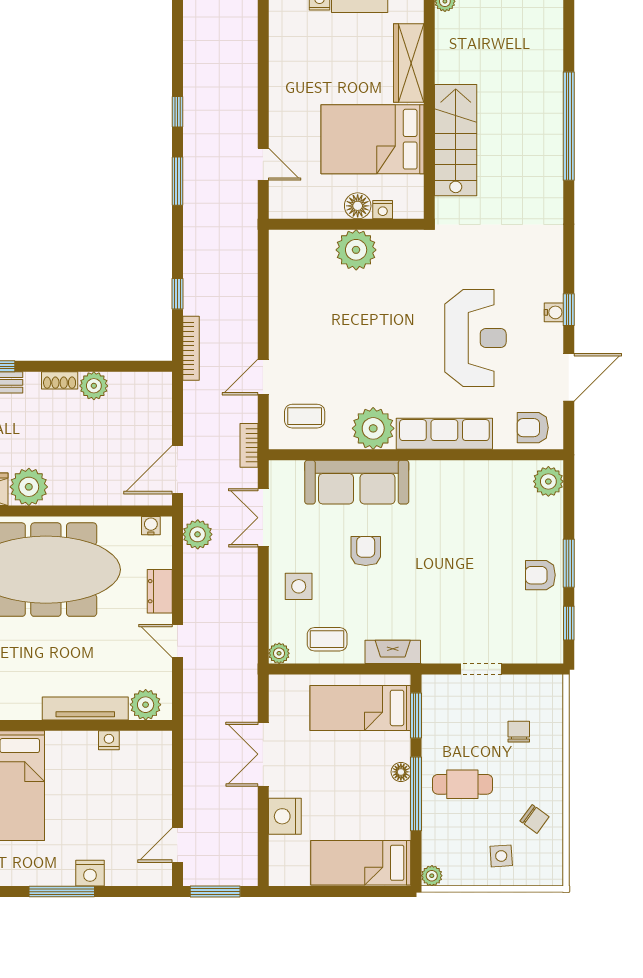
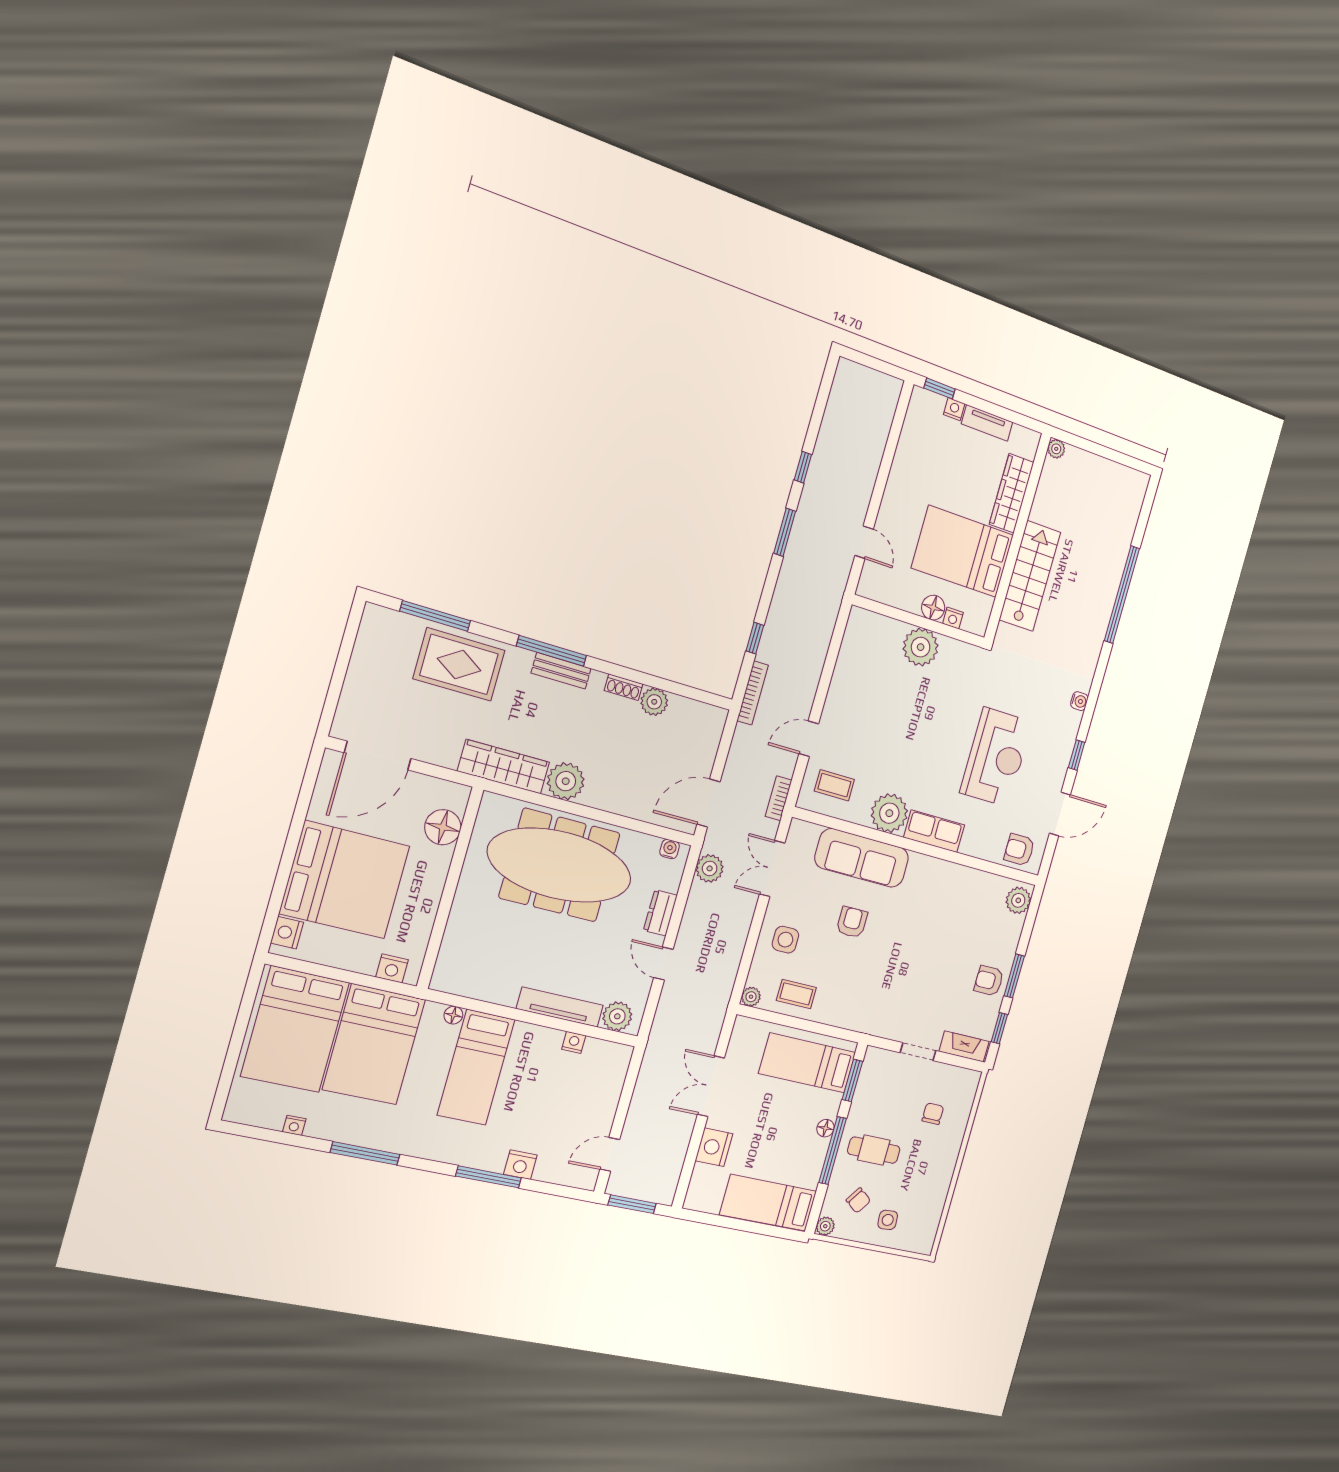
water cooler: (554, 312) -> (1079, 701), moved
row of seats: (444, 434) -> (934, 831), width x0.68
fireplace: (393, 652) -> (964, 1046), moved
chair: (535, 819) -> (858, 1200), moved

